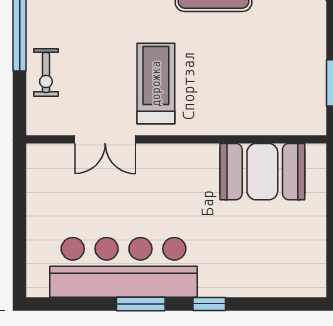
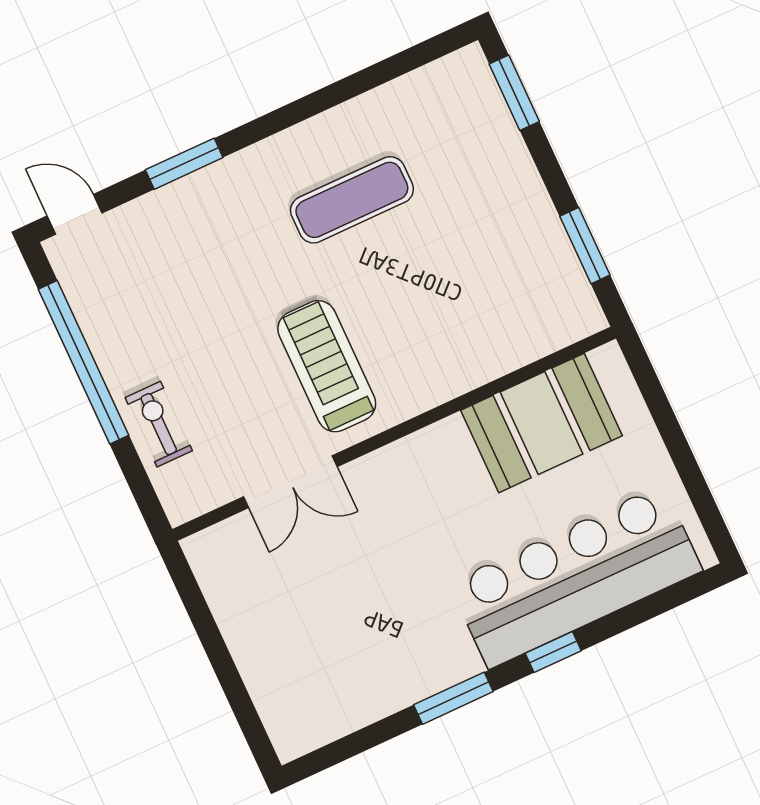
exercise bike: (46, 72) -> (159, 424), turned 180
bar counter: (124, 267) -> (576, 577), moved

